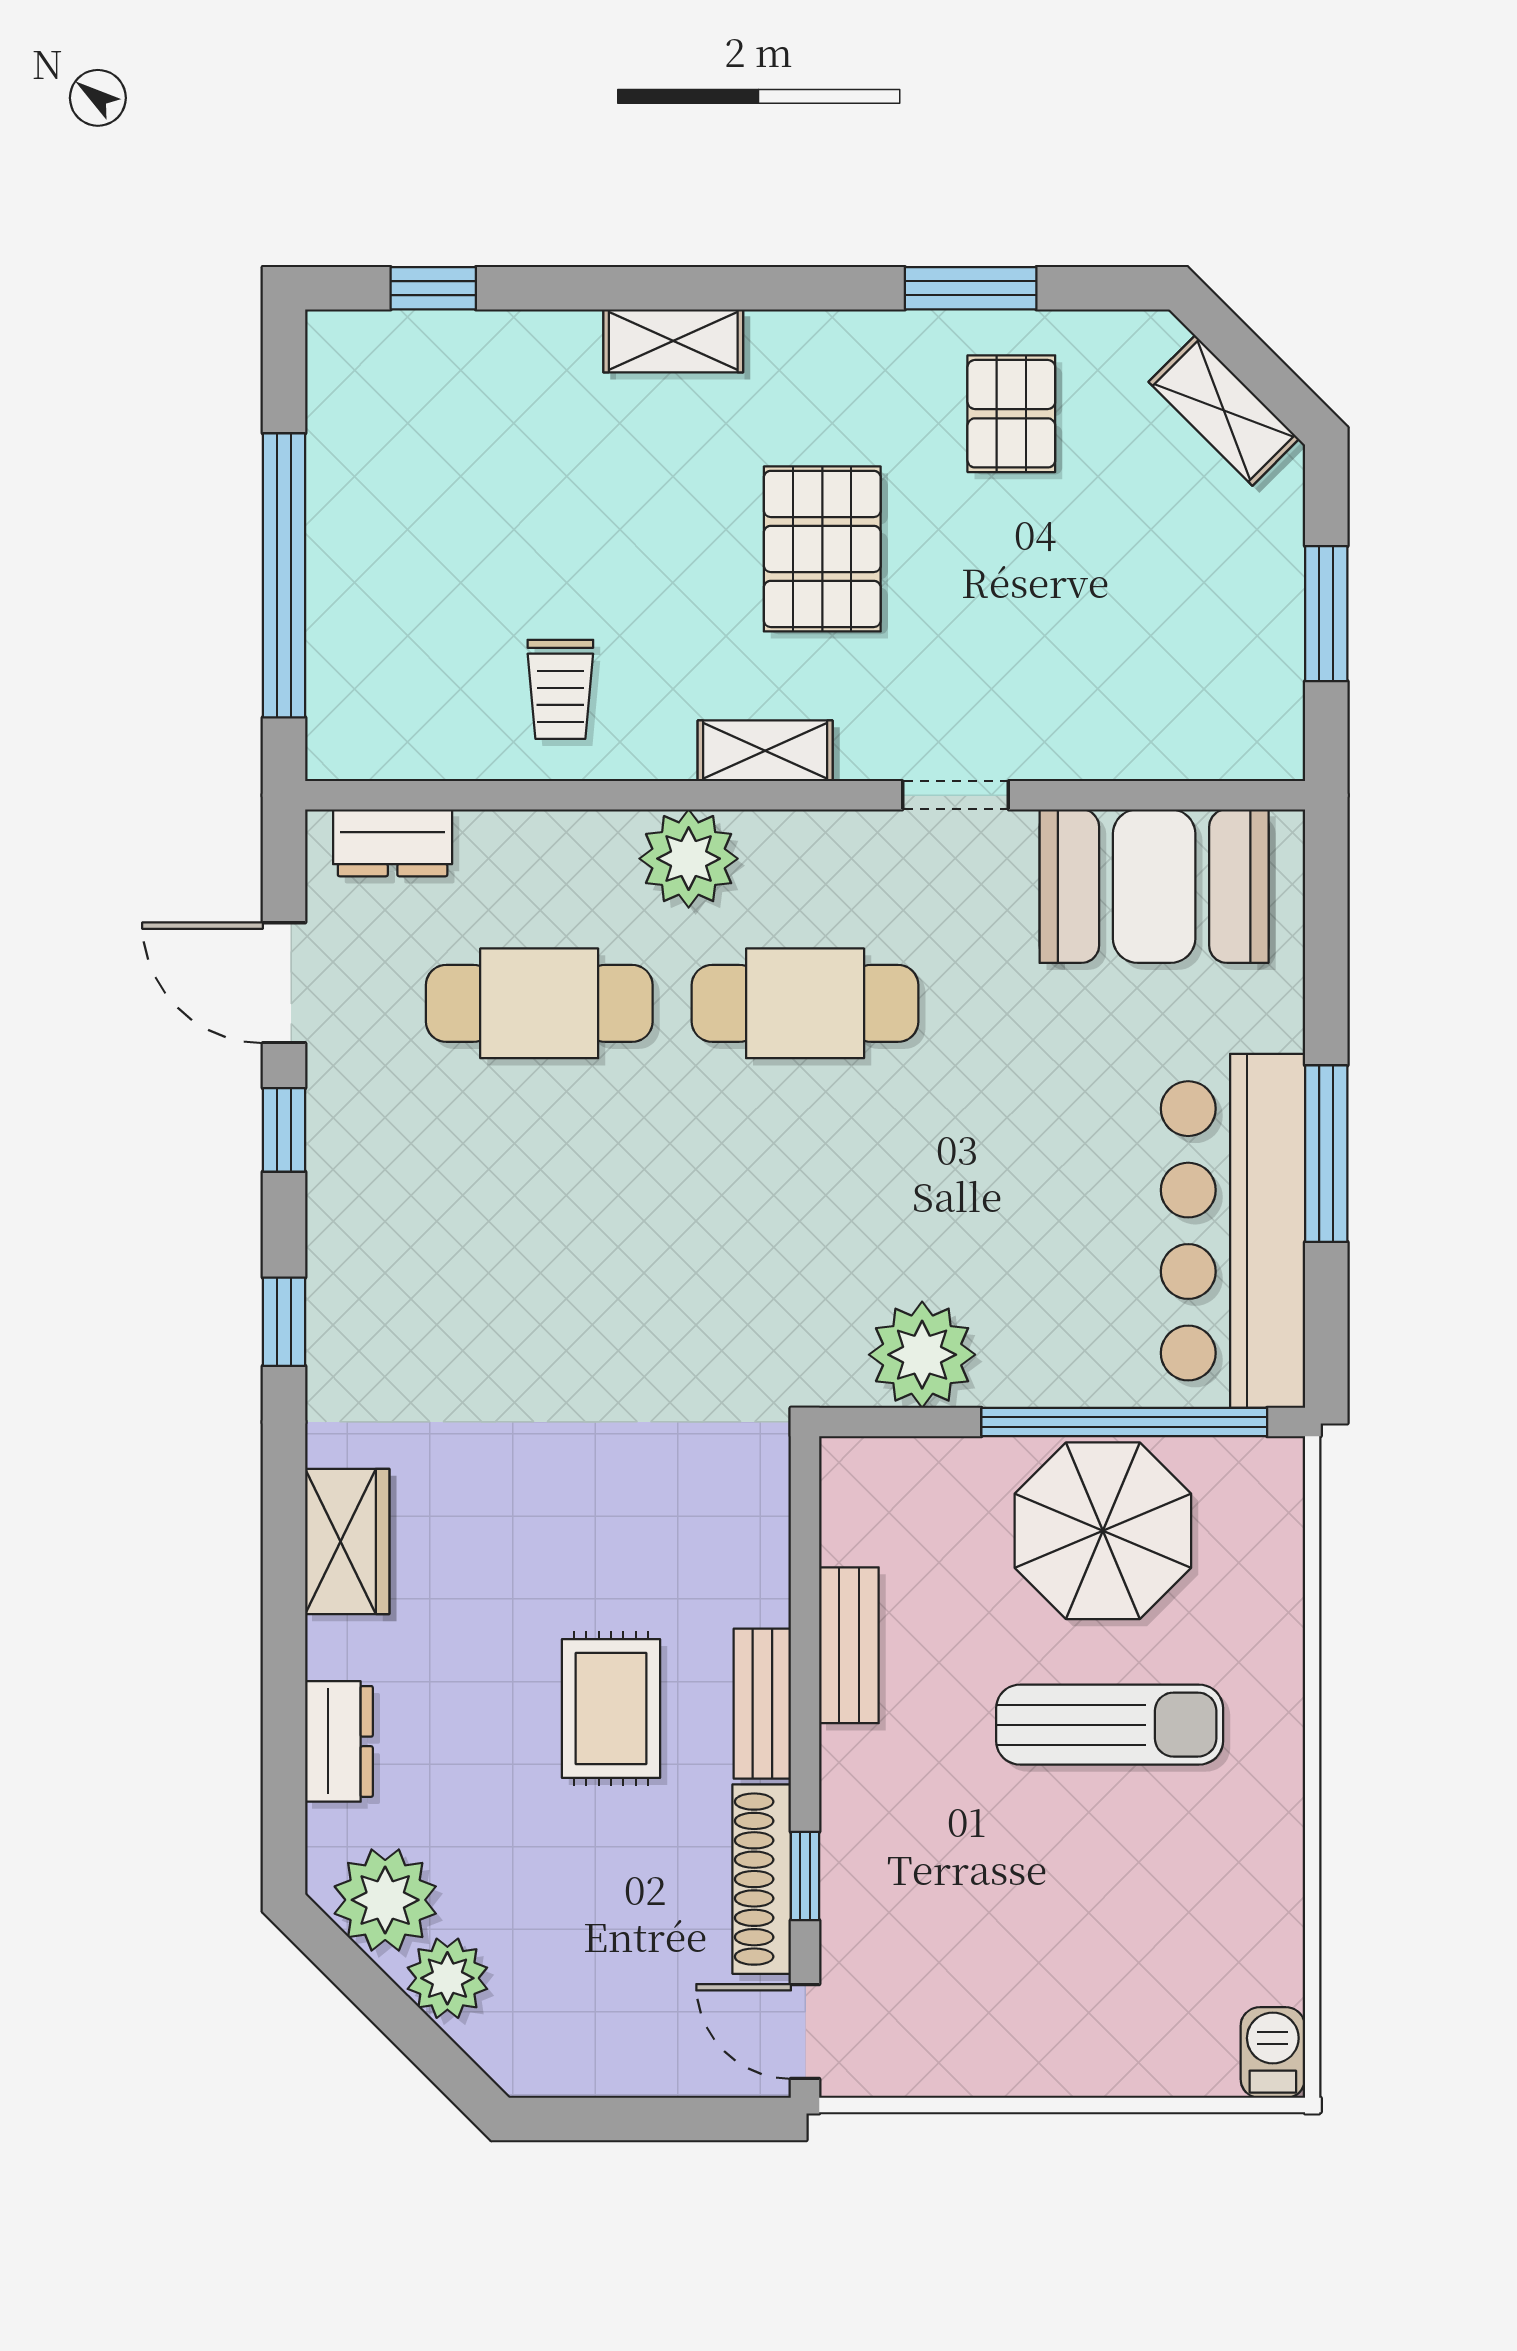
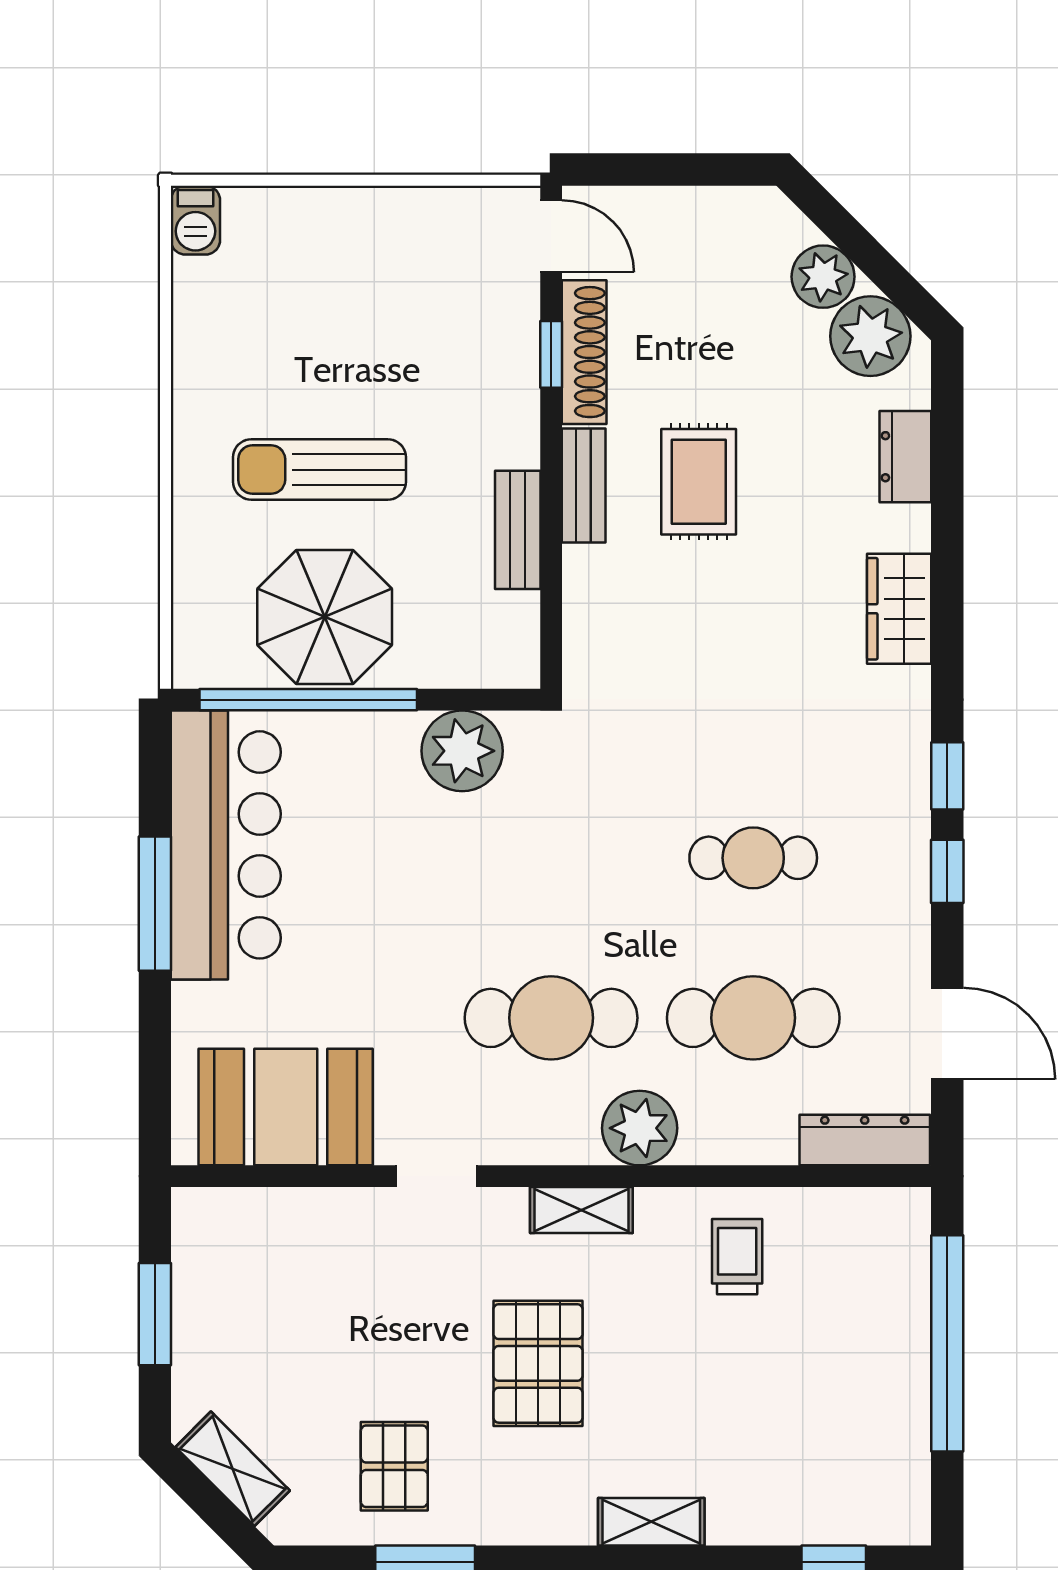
dresser: (393, 843) -> (865, 1140), width x1.44
window: (284, 1130) -> (947, 871), moved
cafe table: (539, 1214) -> (753, 858), added

